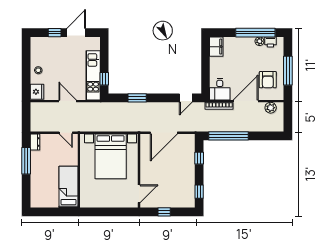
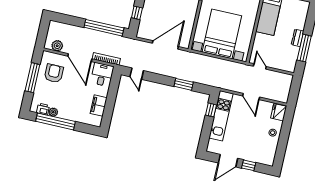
filing cabinet: (216, 47) -> (99, 106), moved
door: (186, 98) -> (137, 74), swing flipped
door: (246, 101) -> (80, 58), hinge flipped
dresser: (35, 142) -> (298, 38), moved

